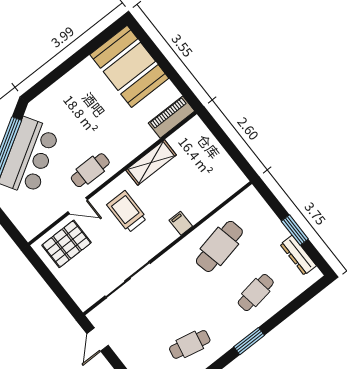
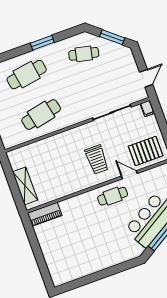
booth: (129, 66) -> (62, 259), removed
shelving: (151, 163) -> (25, 186), moved, turned 90
filing cabinet: (181, 223) -> (147, 108), moved
cafe table: (256, 293) -> (27, 75), width x1.37, depth x1.35

